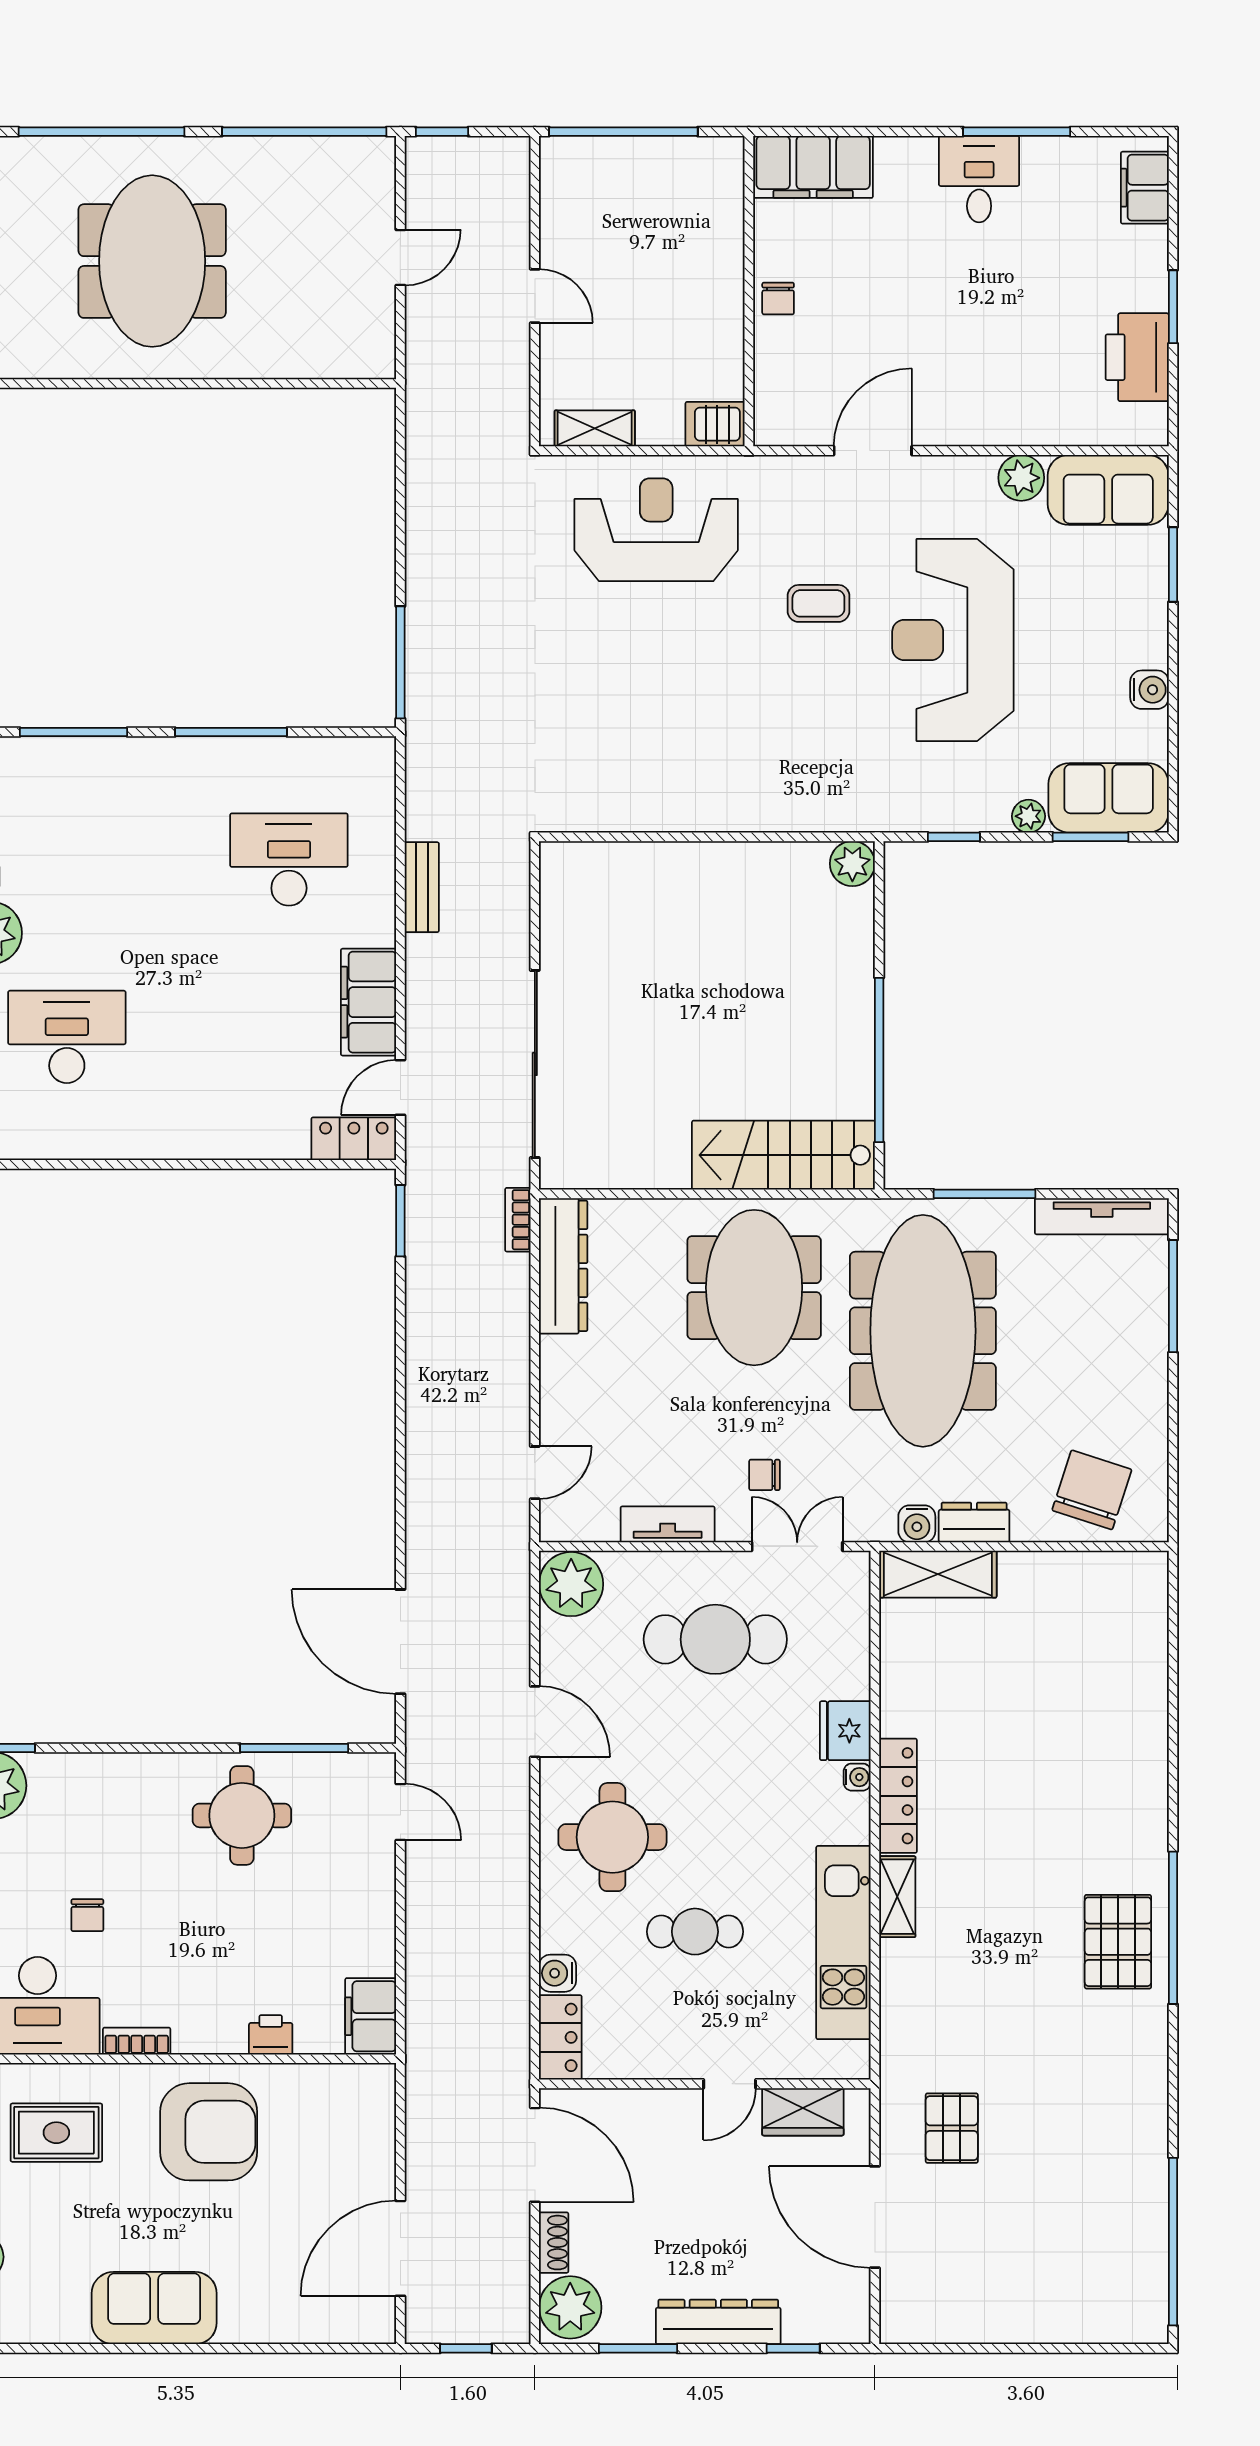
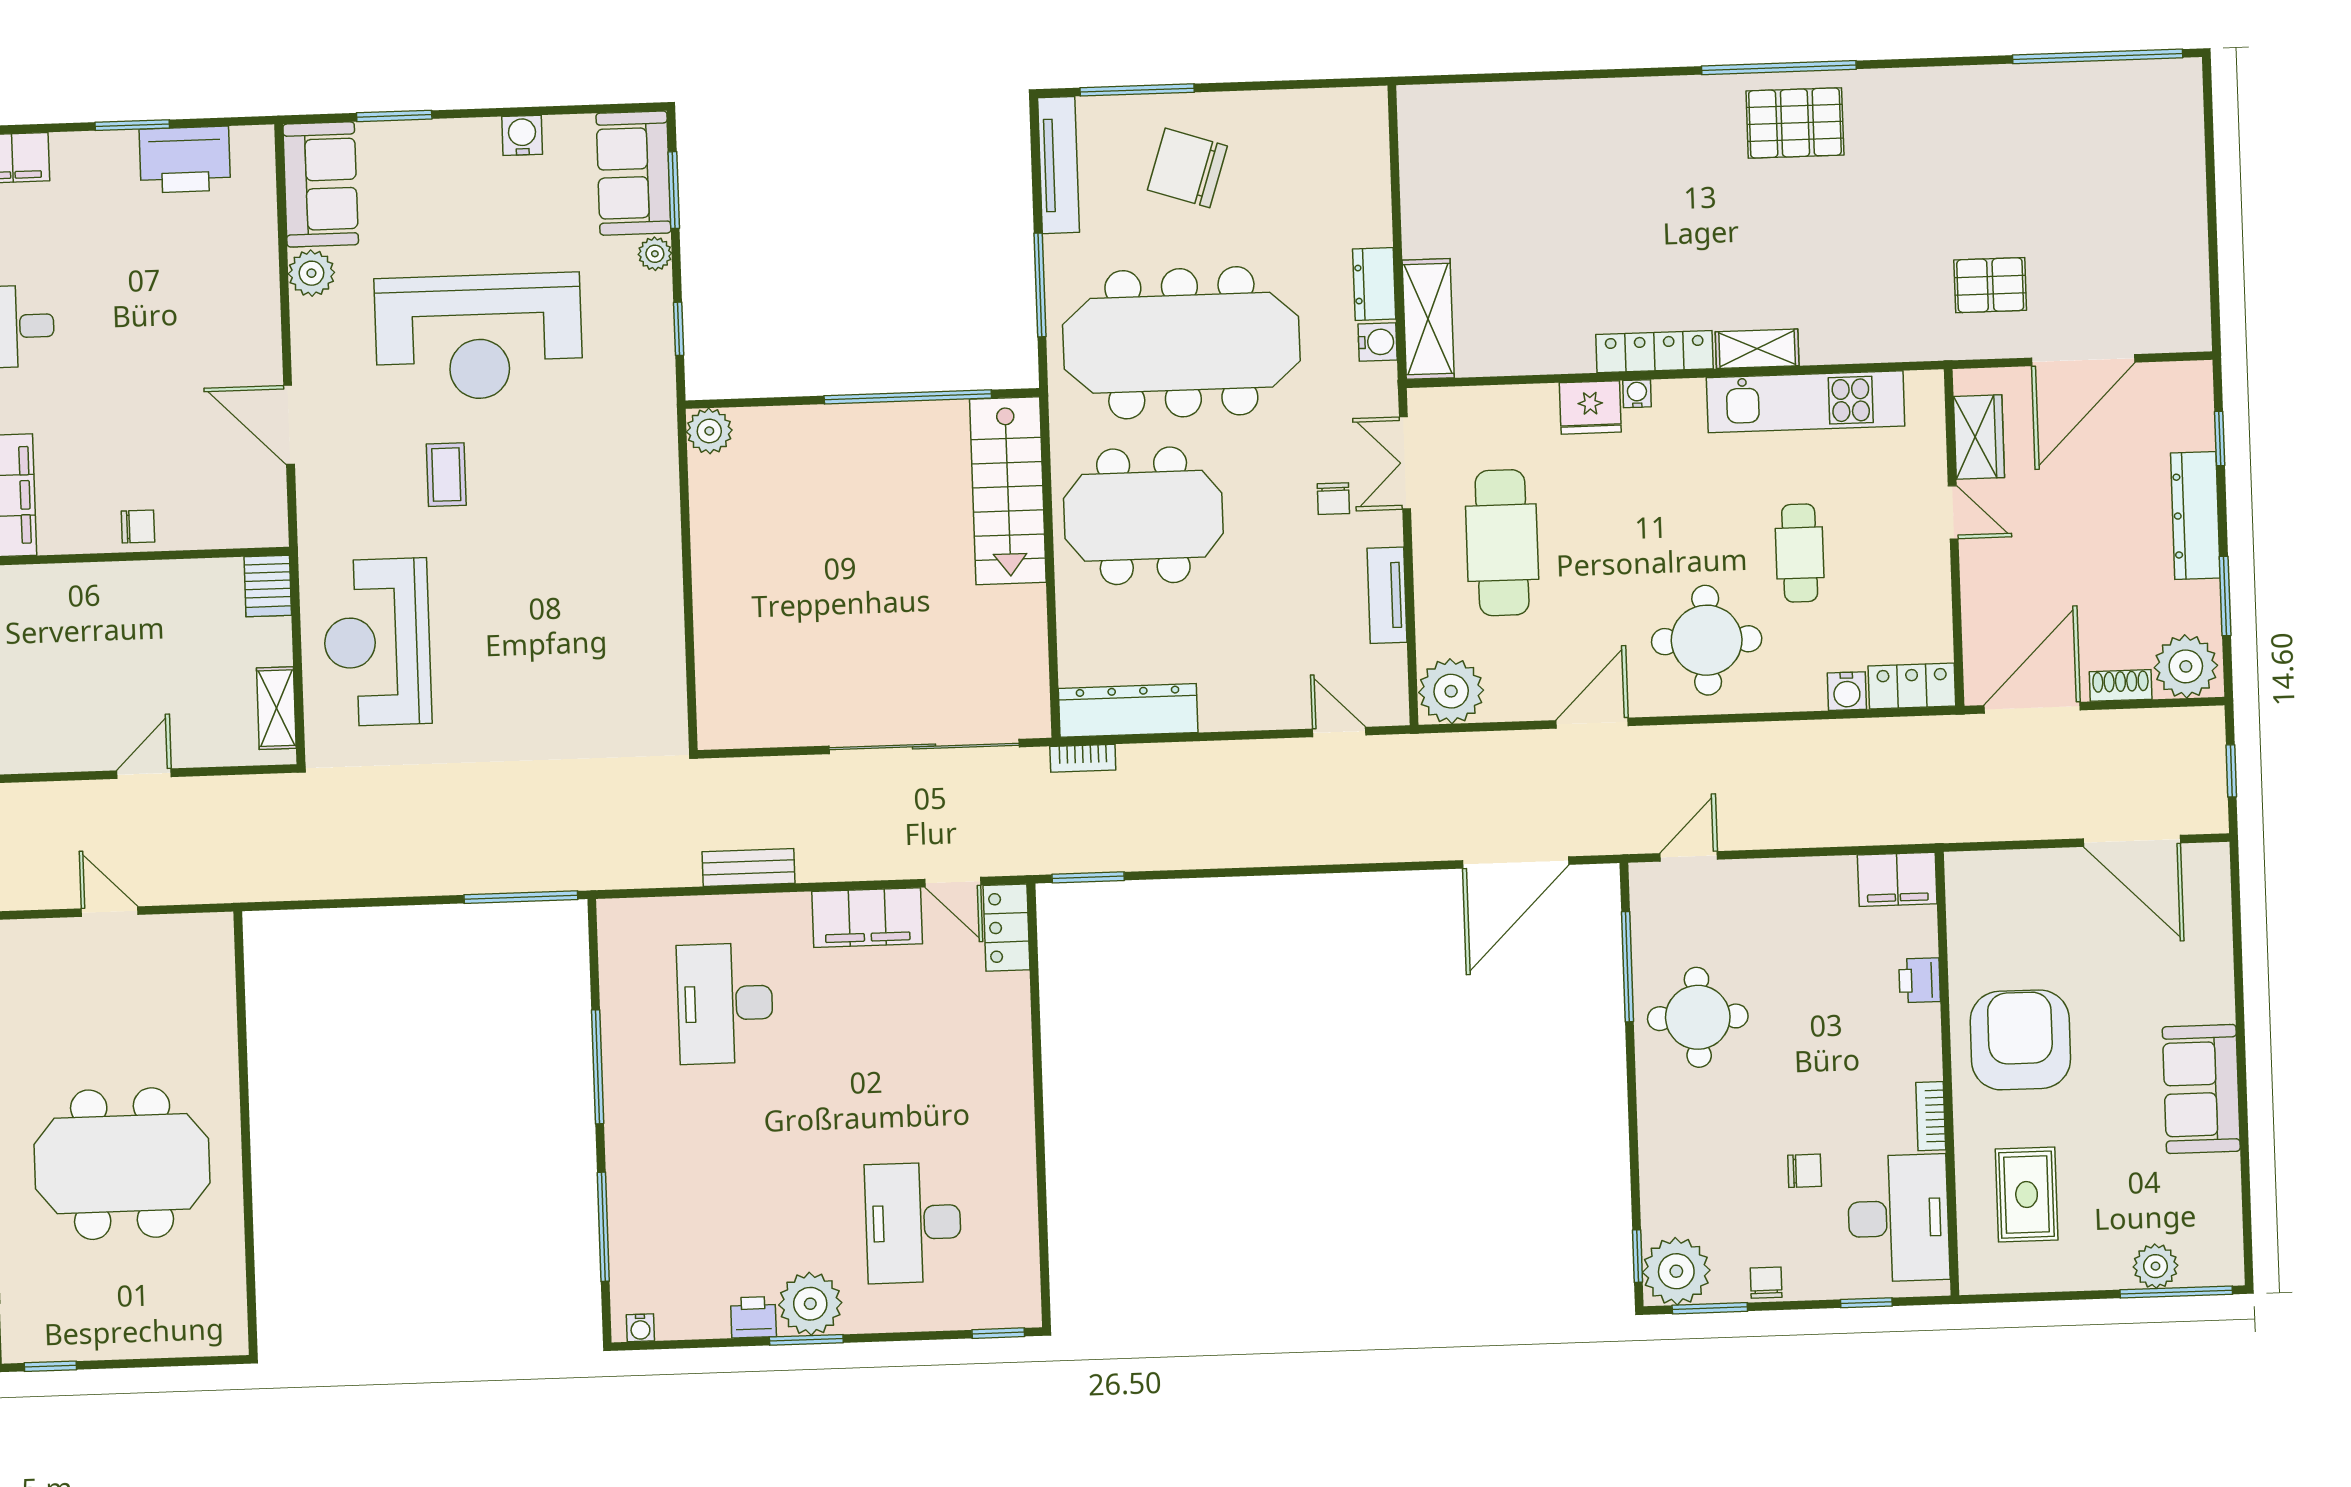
chair: (1092, 1490) -> (1187, 168), moved

